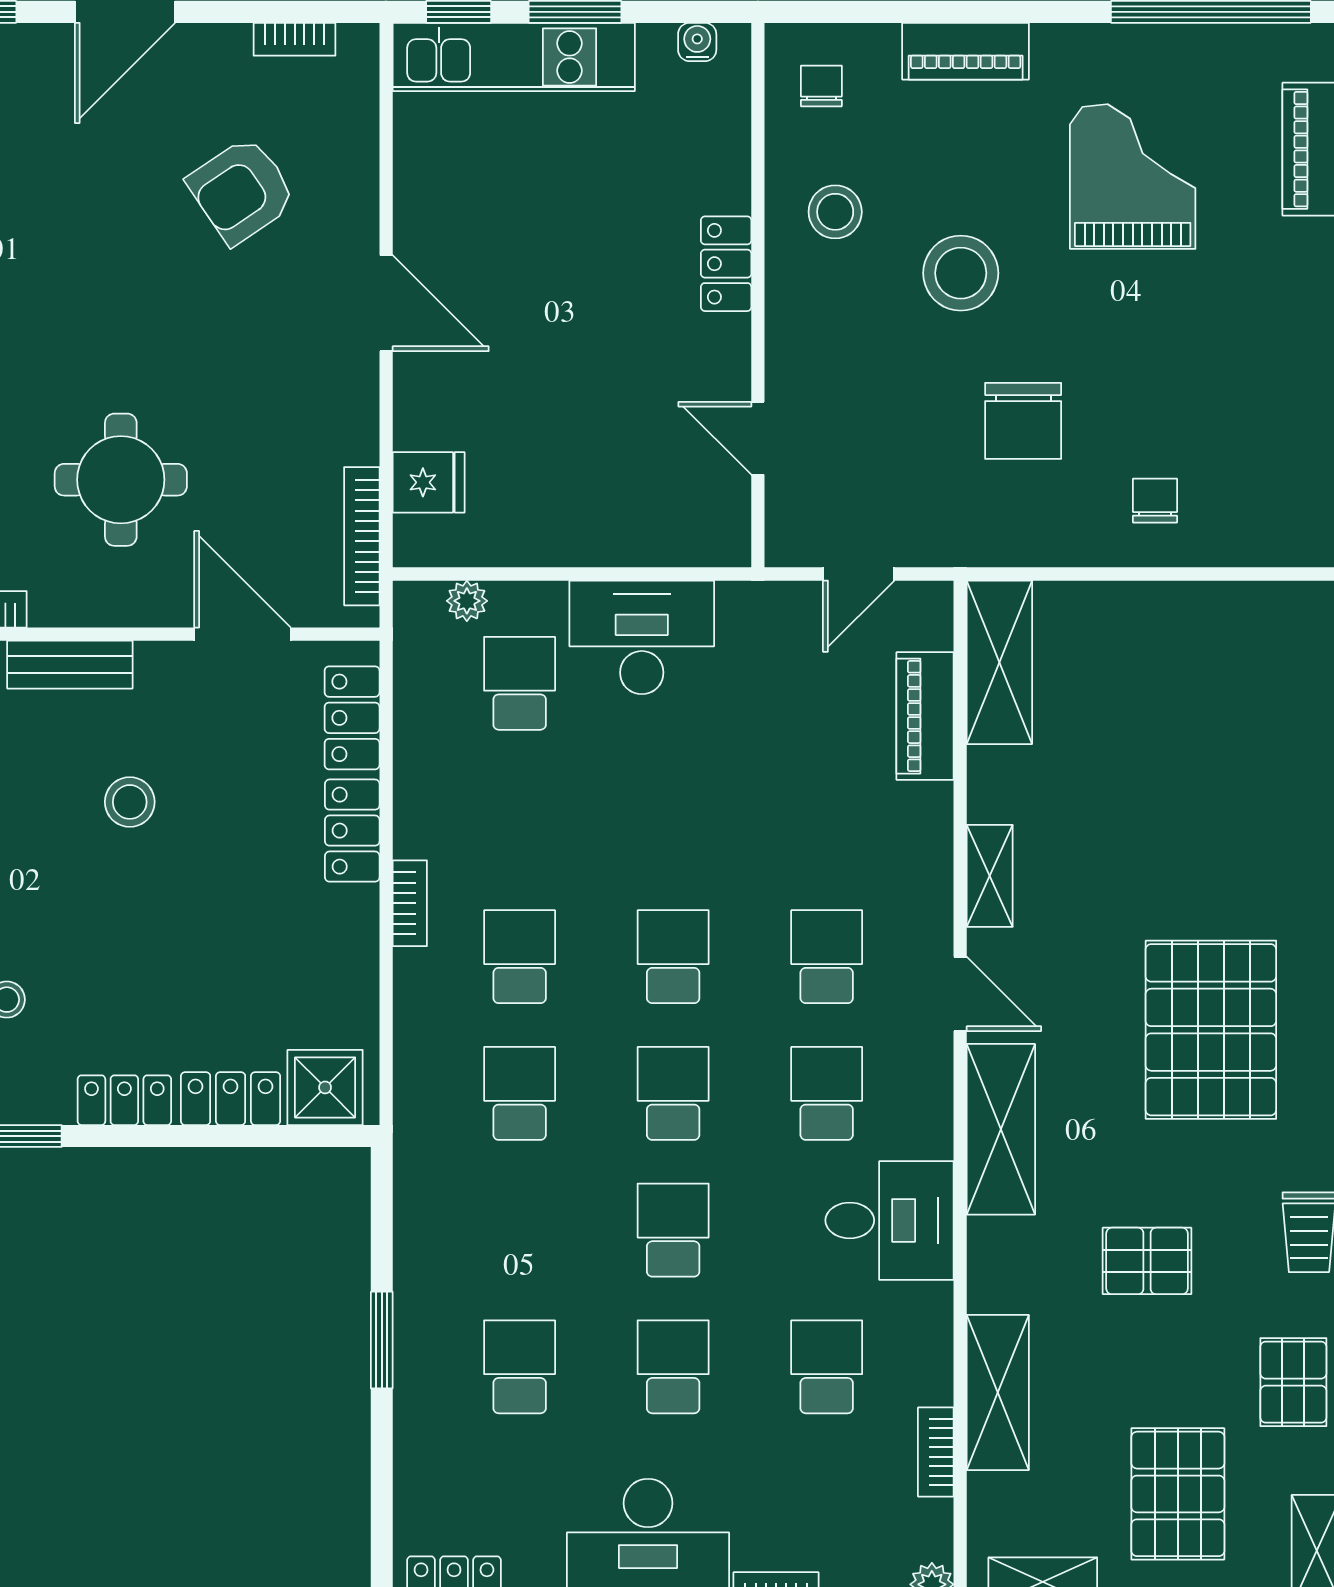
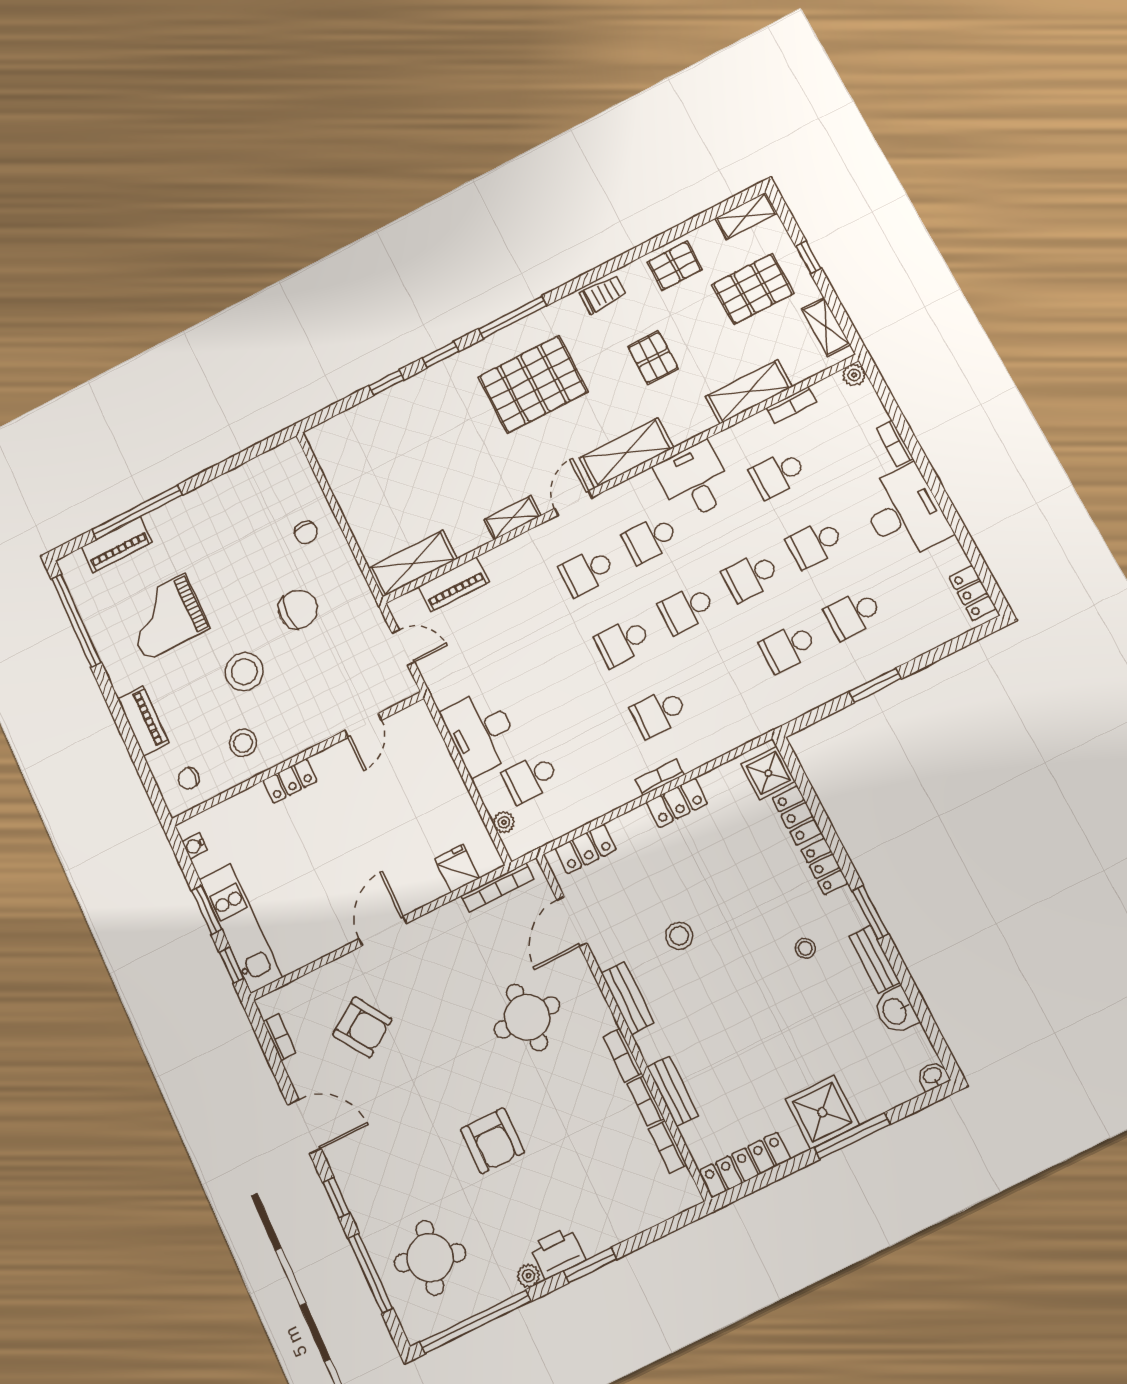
chair: (1155, 501) -> (306, 532), turned -90
locker: (352, 831) -> (677, 803), moved
school desk: (520, 1093) -> (788, 647), moved

